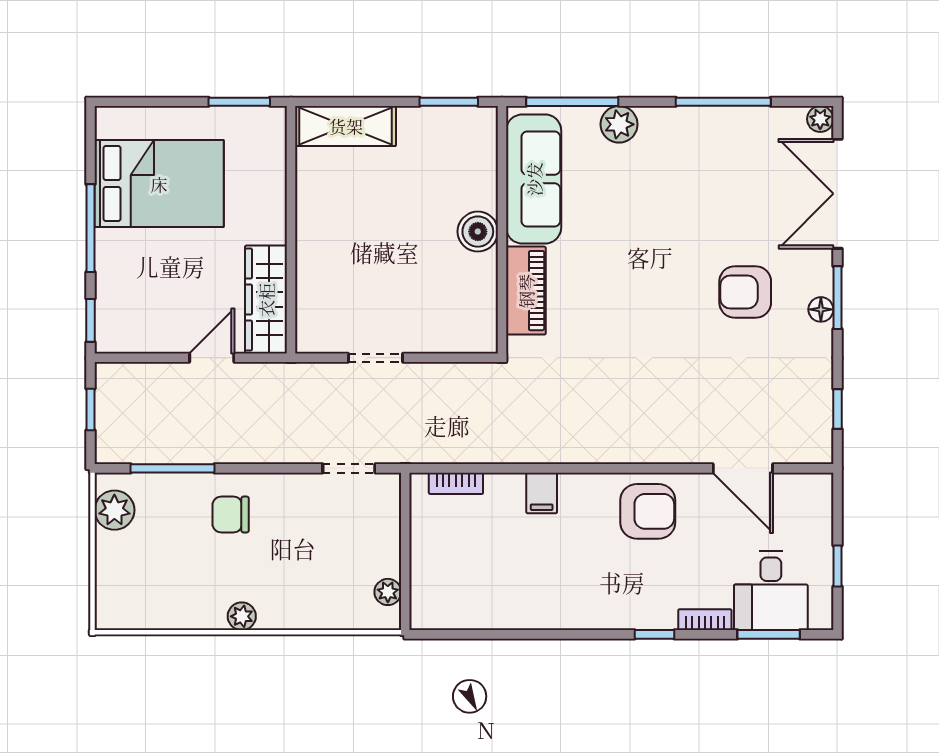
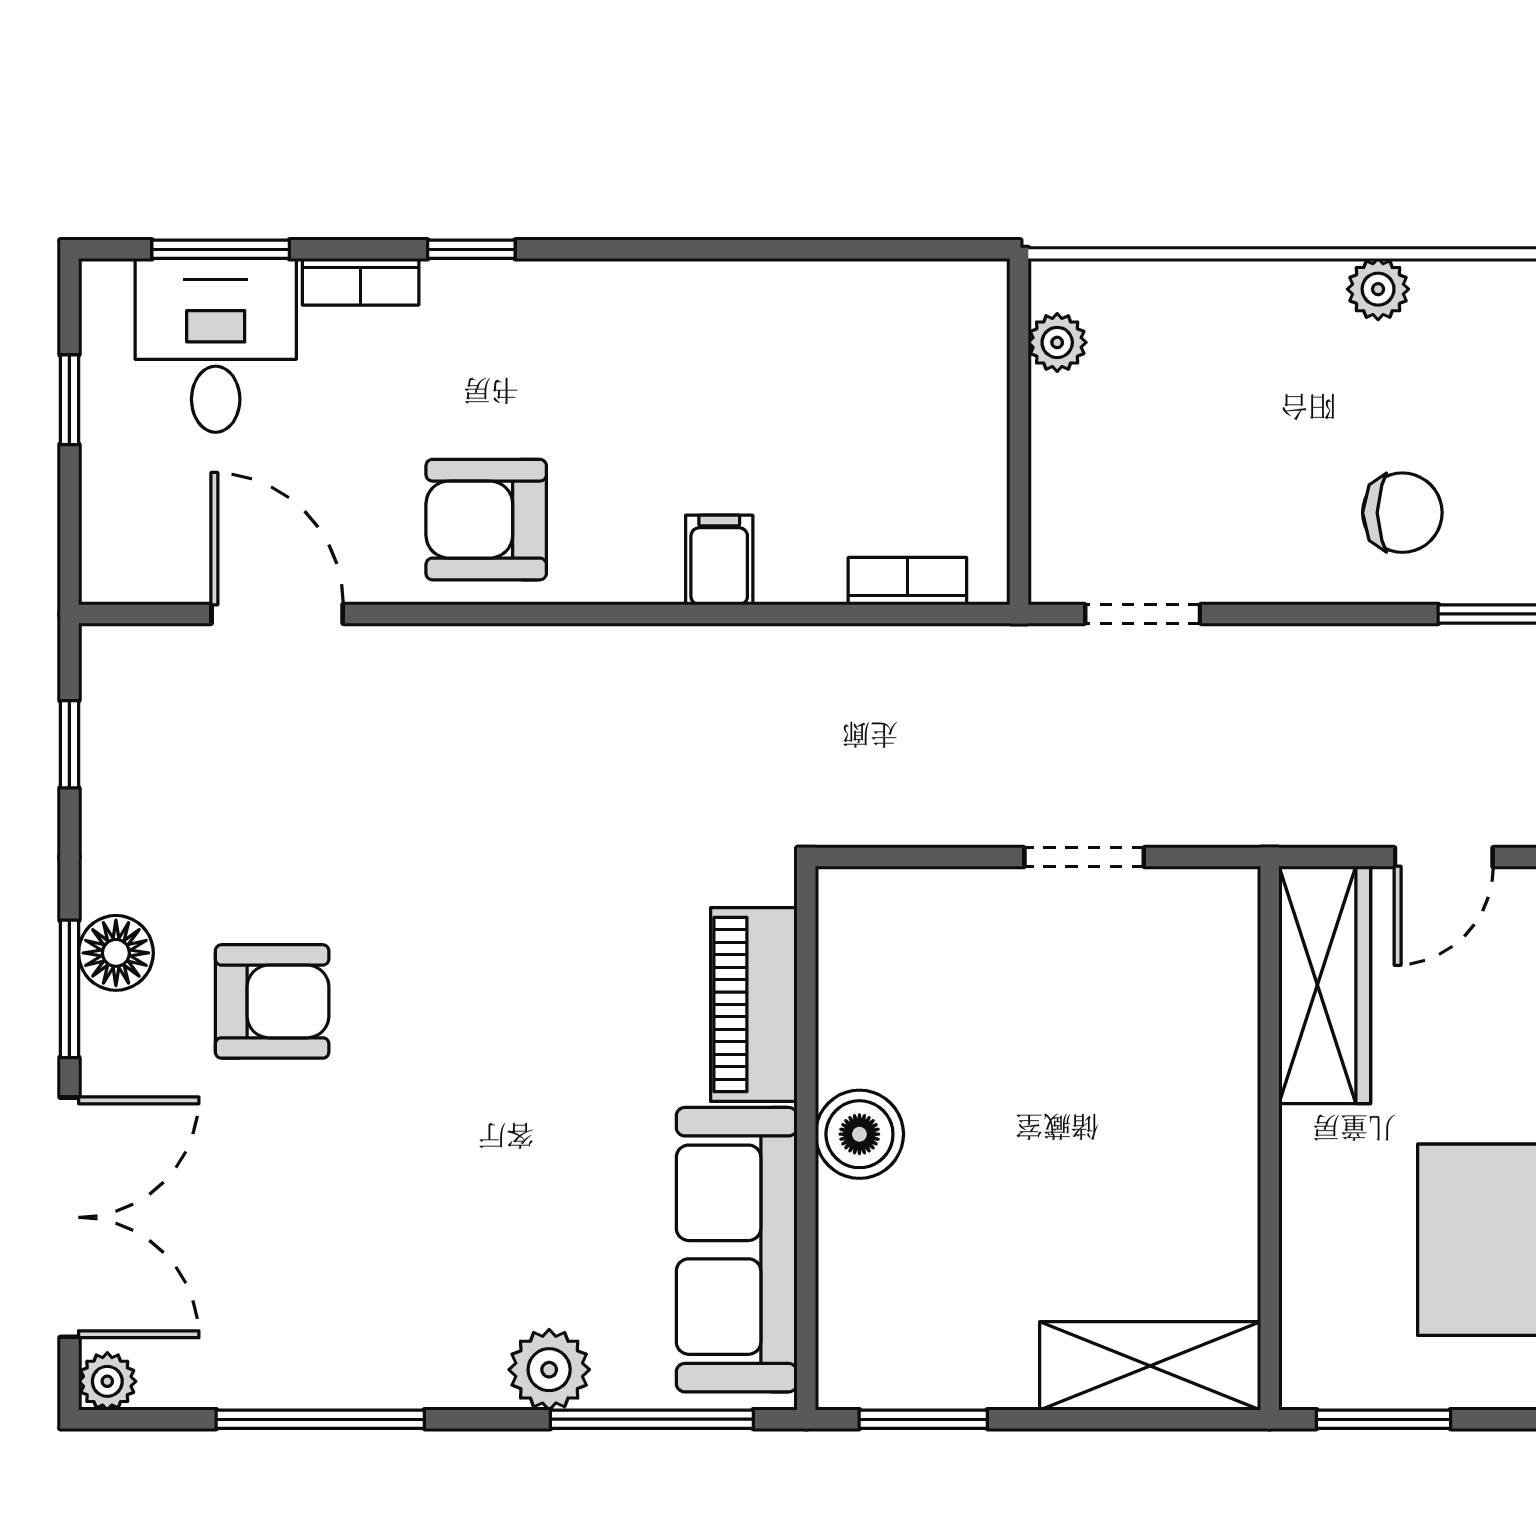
floor lamp: (821, 309) -> (116, 953), width x1.37, depth x1.37

